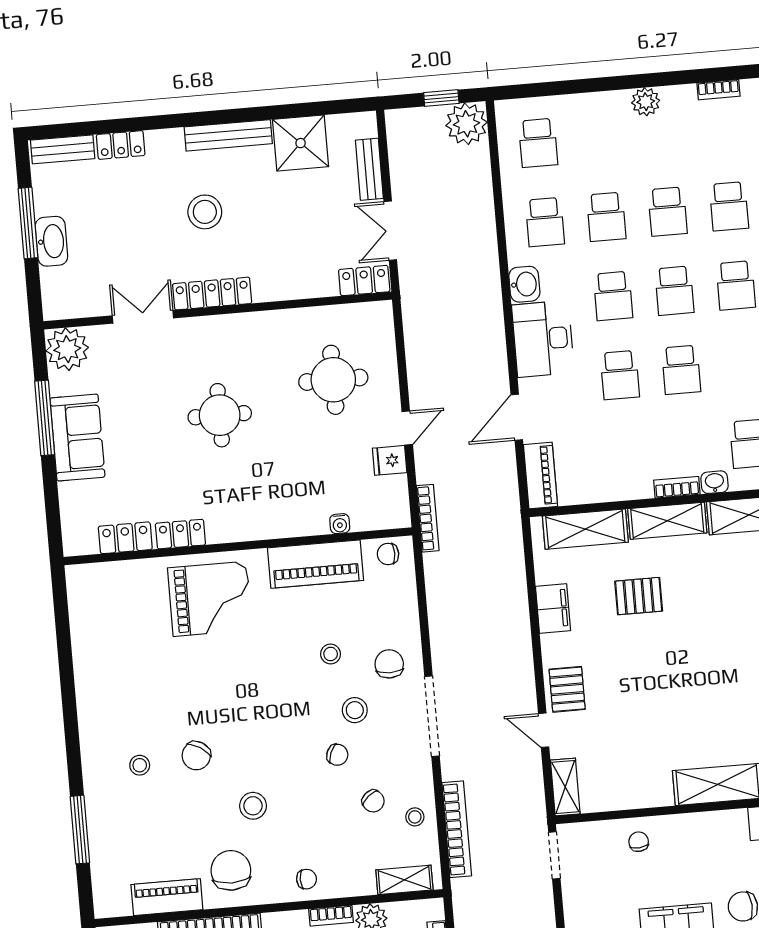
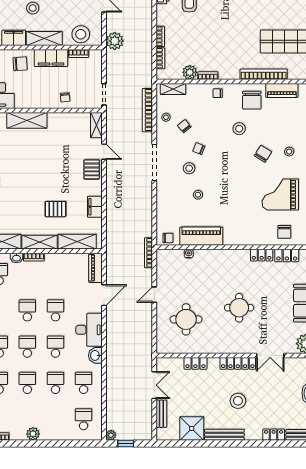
plant: (466, 124) -> (111, 435), width x0.53, depth x0.53
locker: (364, 281) -> (195, 363), moved
fridge: (390, 460) -> (164, 281), removed
grand piano: (210, 599) -> (280, 194), moved
chair: (389, 664) -> (284, 232), moved

